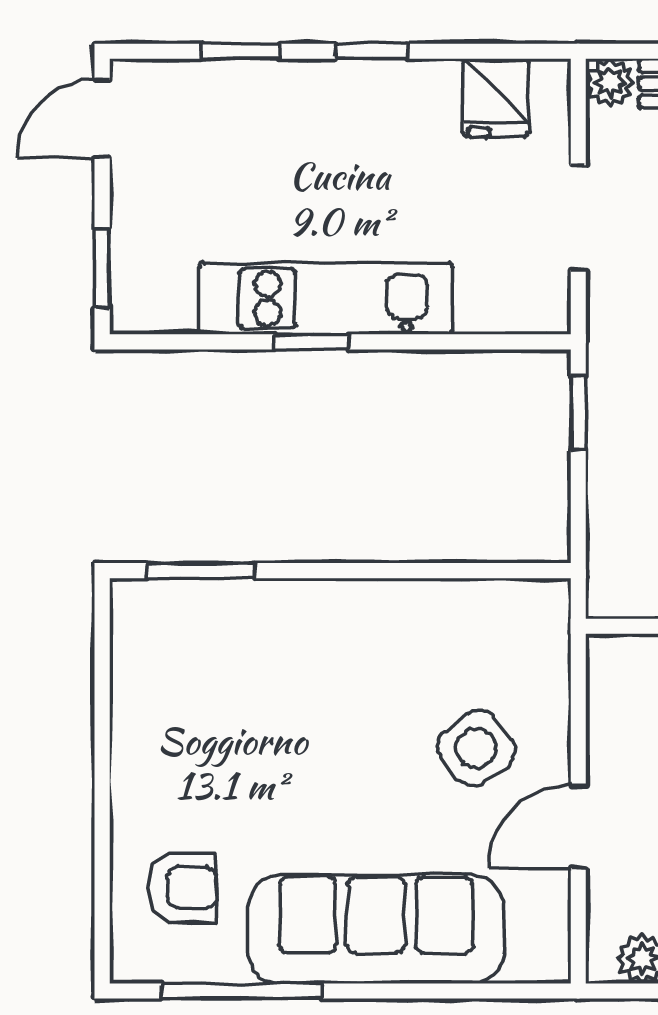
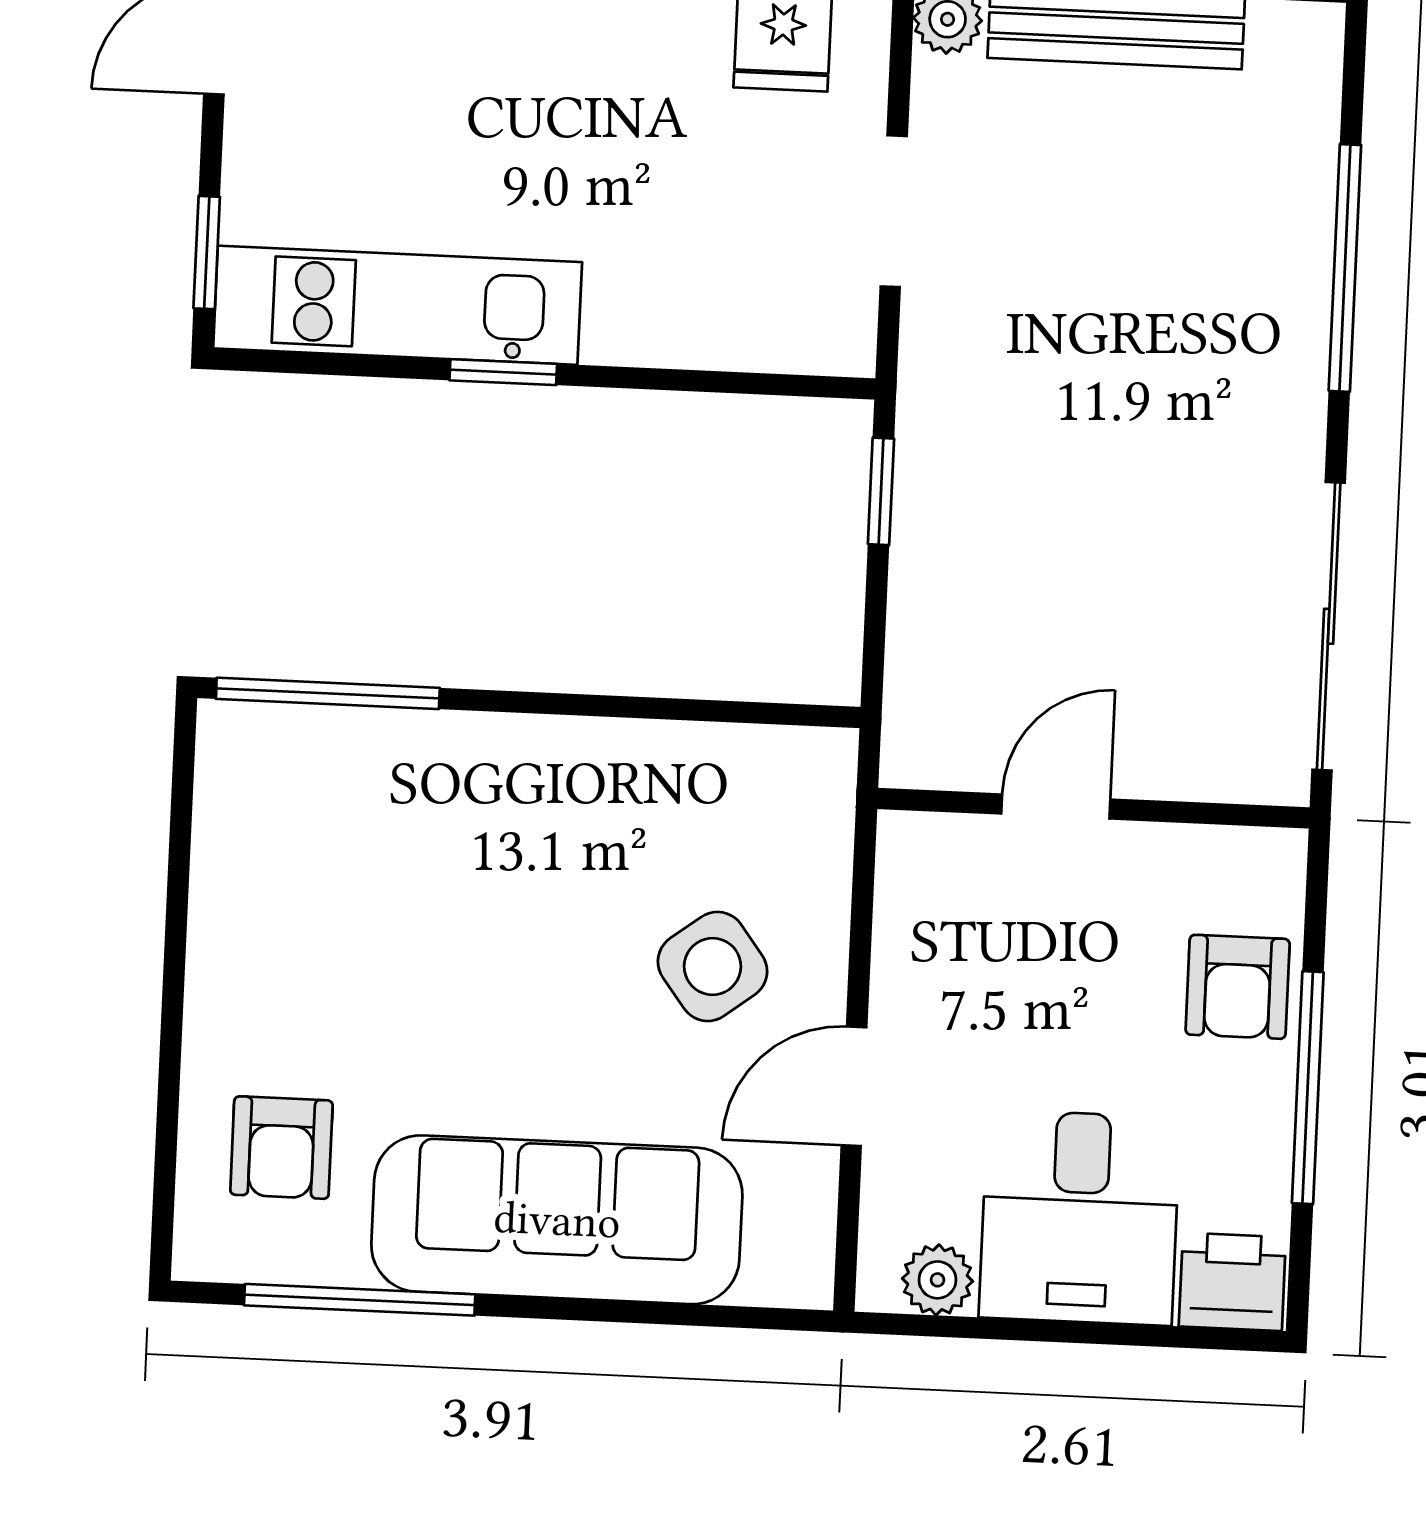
kitchen unit: (326, 299) -> (398, 305), moved
window: (200, 571) -> (328, 693), width x1.44
armchair: (182, 888) -> (281, 1148), turned 90

